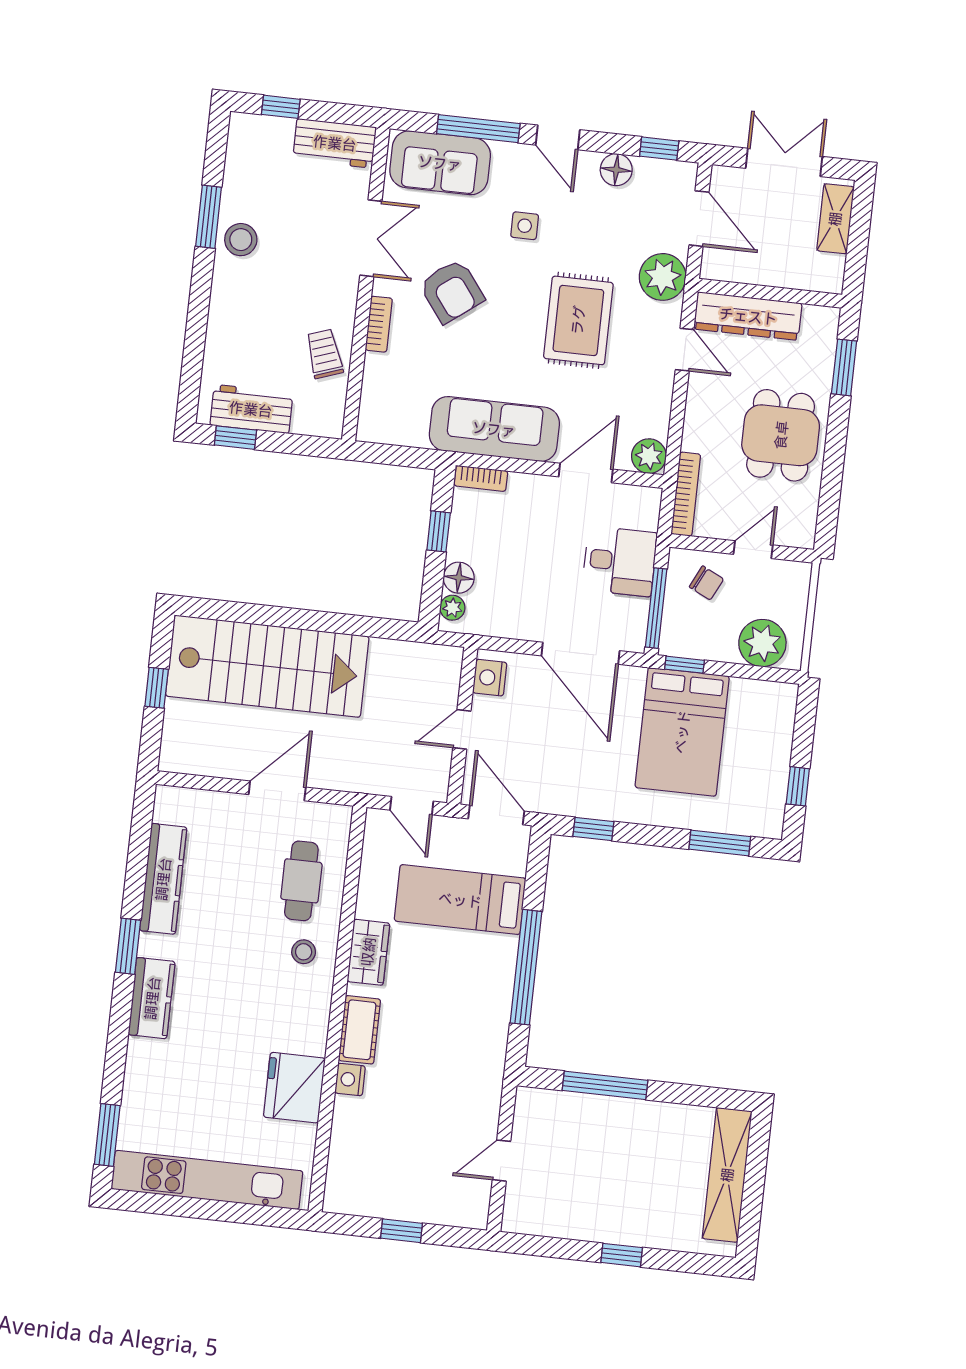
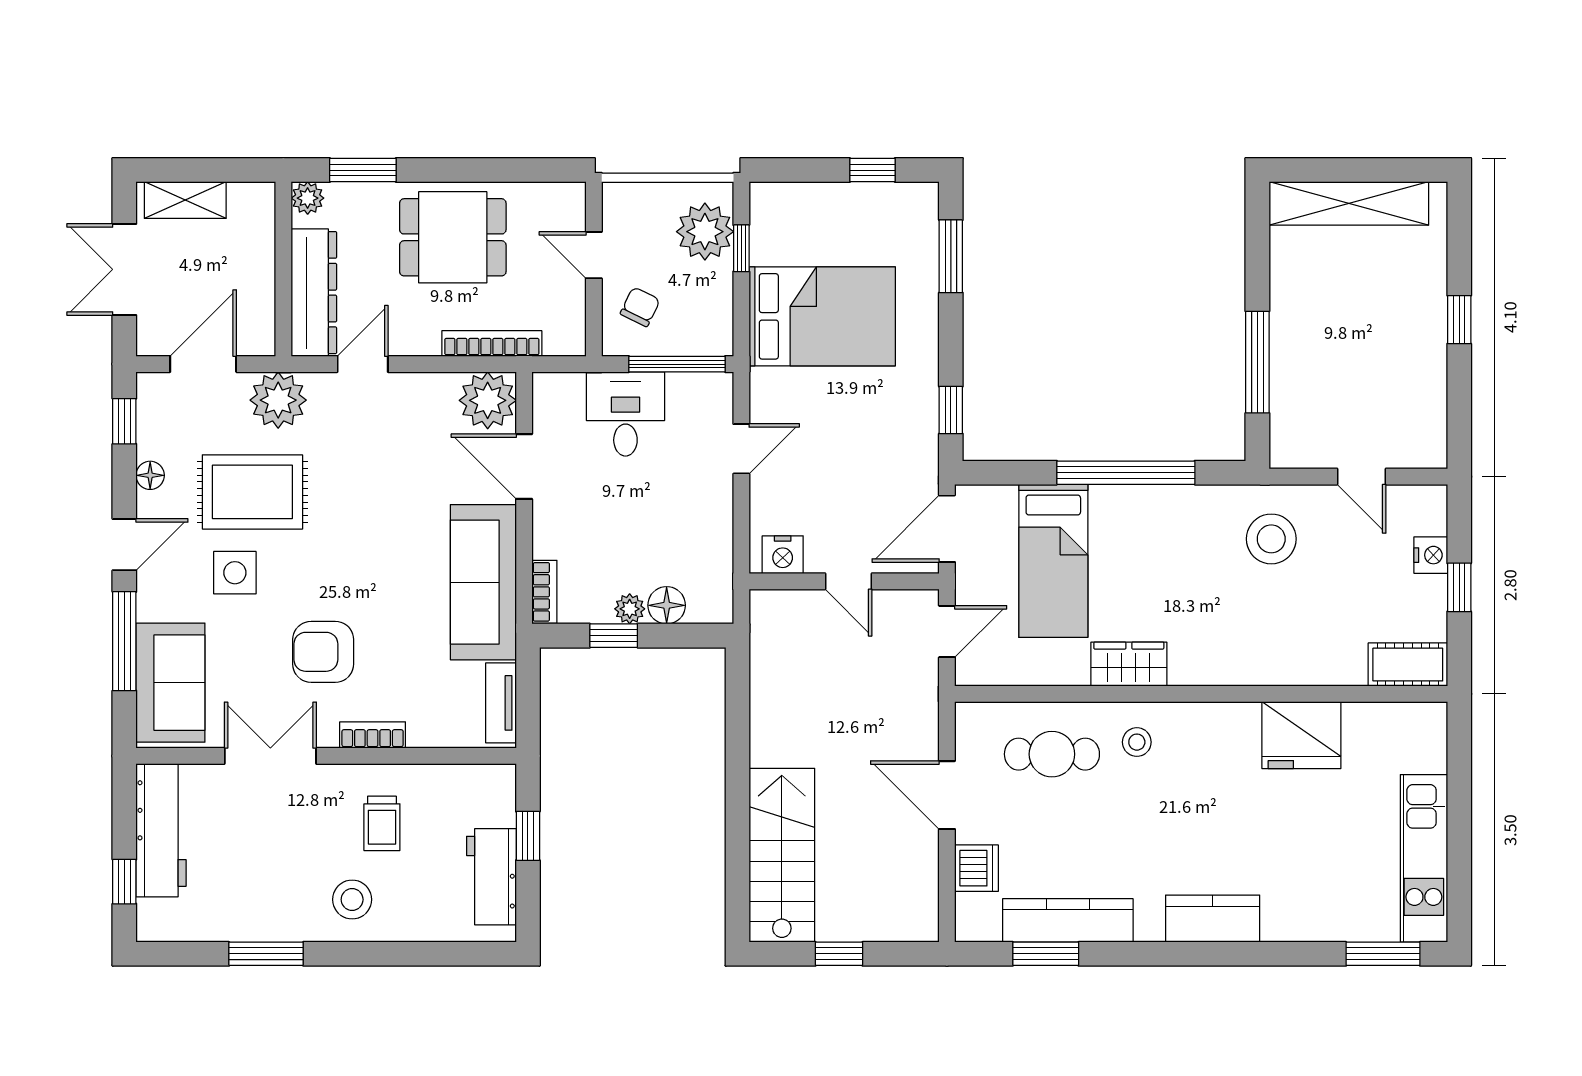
workbench: (335, 143) -> (161, 830), width x1.37
floor lamp: (616, 170) -> (150, 475), width x0.73, depth x0.73
side table: (525, 226) -> (235, 573), width x1.37, depth x1.37
stool: (241, 240) -> (352, 900), moved
armchair: (452, 291) -> (323, 652), turned -143
plant: (826, 319) -> (308, 198), added
rug: (578, 320) -> (252, 492), moved
trolley: (324, 354) -> (382, 823), moved, turned -71
tv unit: (393, 433) -> (501, 703), added
window: (235, 438) -> (528, 836), moved
plant: (649, 456) -> (488, 400), width x1.36, depth x1.36
bookcase: (686, 494) -> (492, 343), moved
plant: (452, 608) -> (630, 609), moved
door: (581, 653) -> (741, 449), width x0.53
window: (685, 665) -> (741, 248), moved
stairs: (267, 666) -> (782, 855), width x0.73, depth x0.66
dishwasher: (214, 809) -> (977, 868), added
window: (128, 946) -> (1046, 954), moved
cot: (359, 1030) -> (1408, 665), moved
nightstand: (350, 1079) -> (1431, 555), moved, turned -90
stool: (458, 1081) -> (1271, 539), added
kitchen unit: (207, 1180) -> (1424, 858), width x0.73

